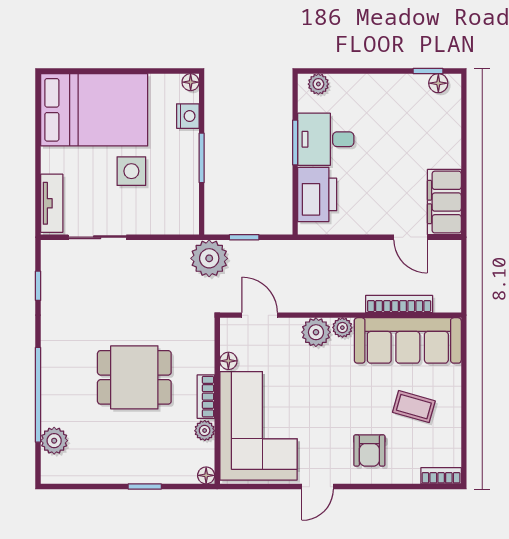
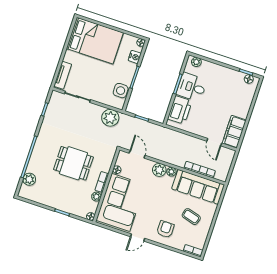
side table: (131, 171) -> (121, 91), moved
plant: (209, 258) -> (110, 118), moved
armchair: (369, 451) -> (165, 229), turned 180

